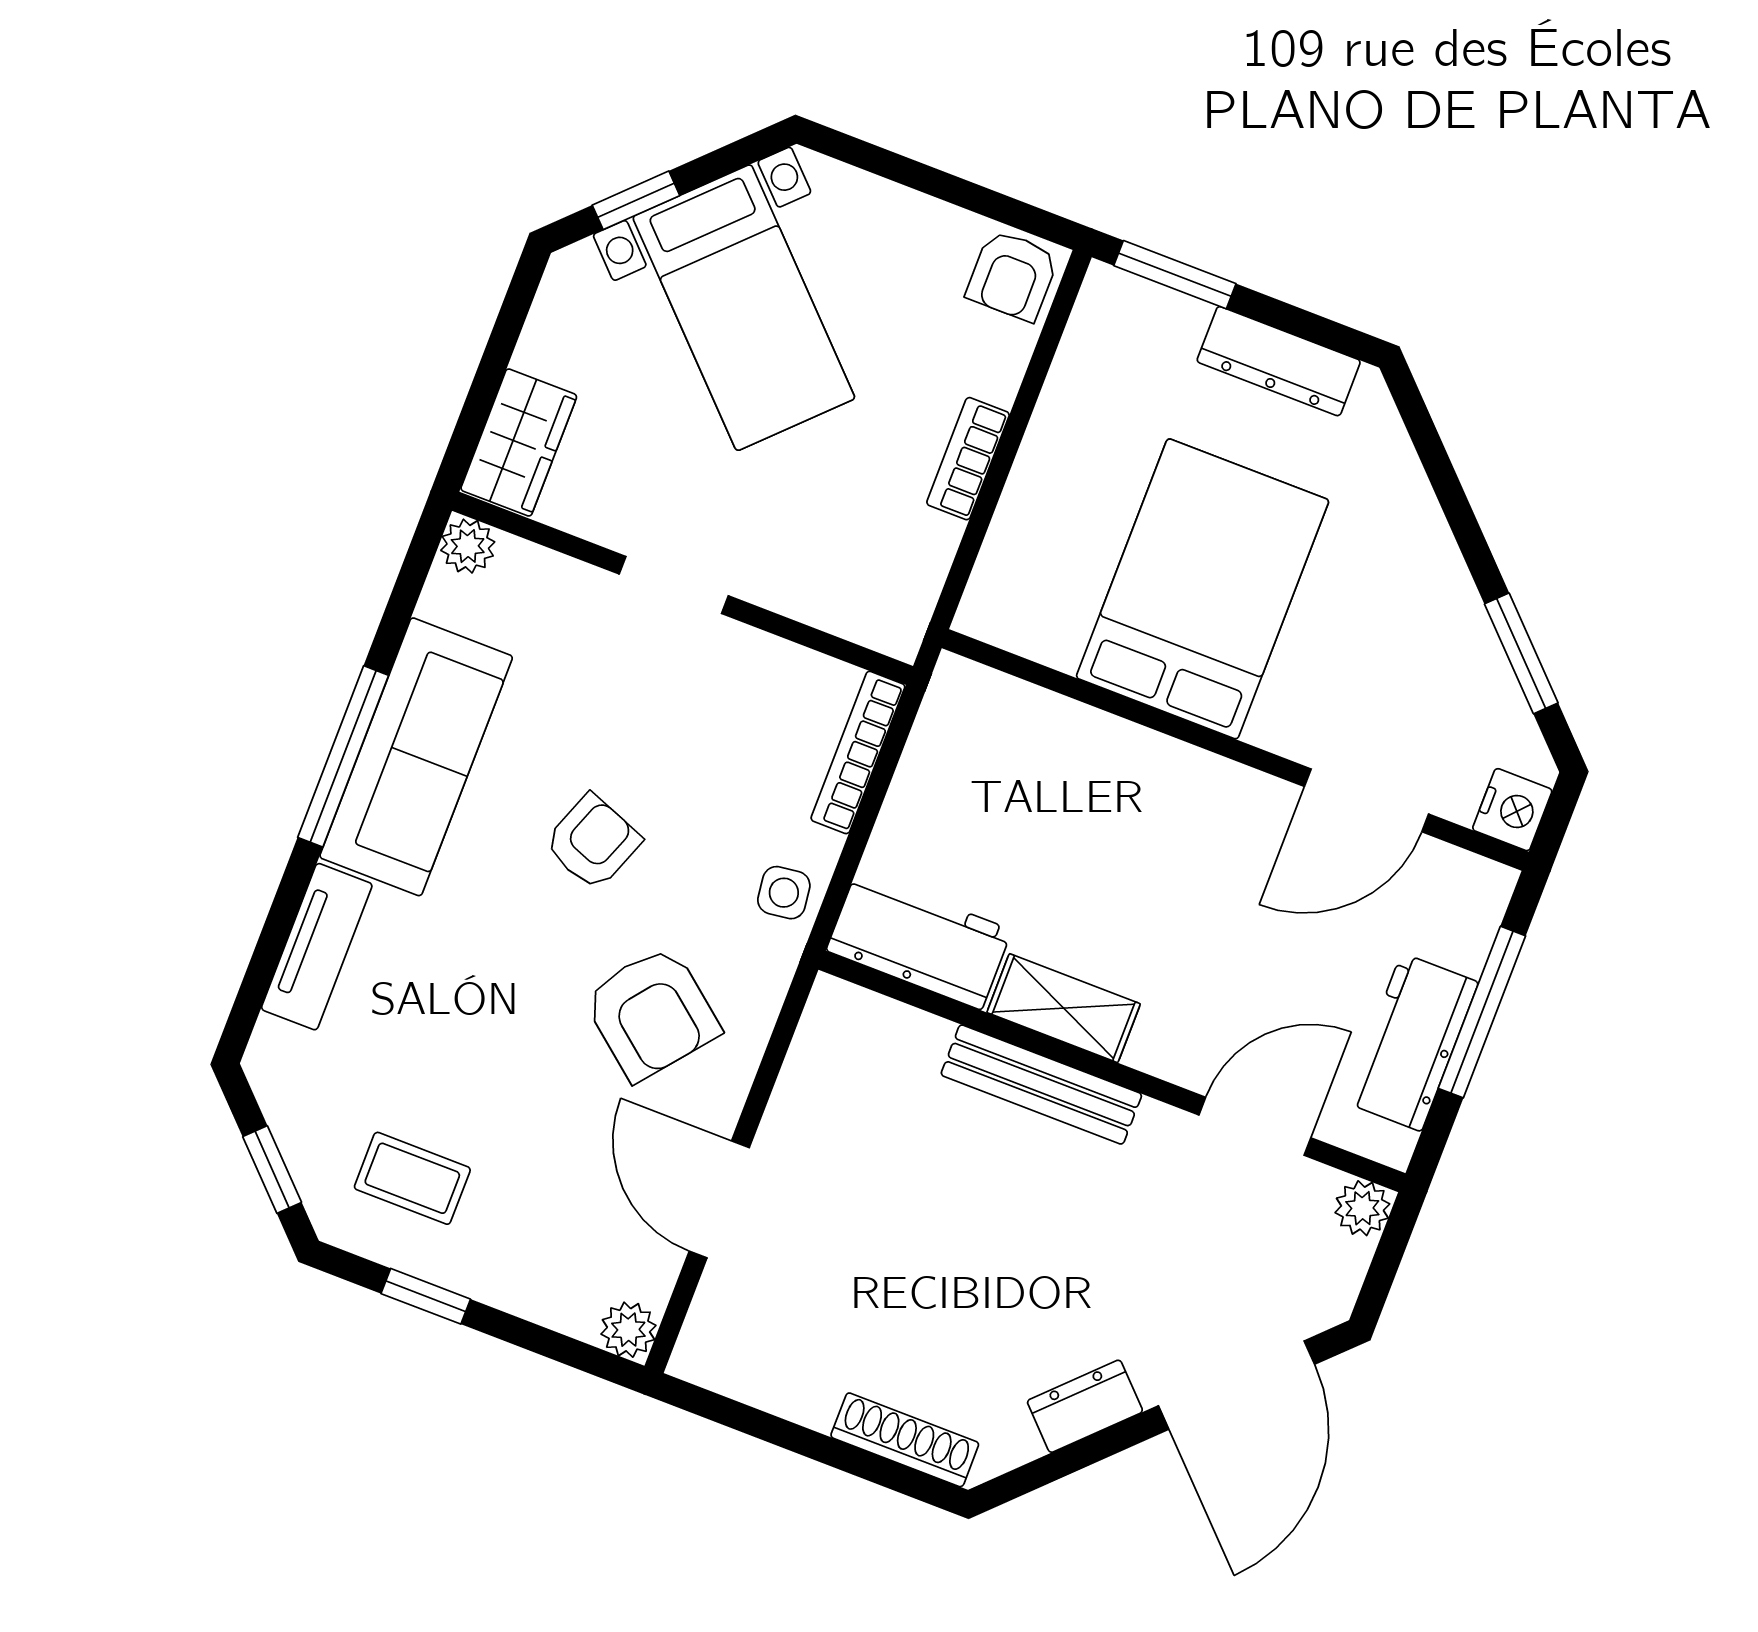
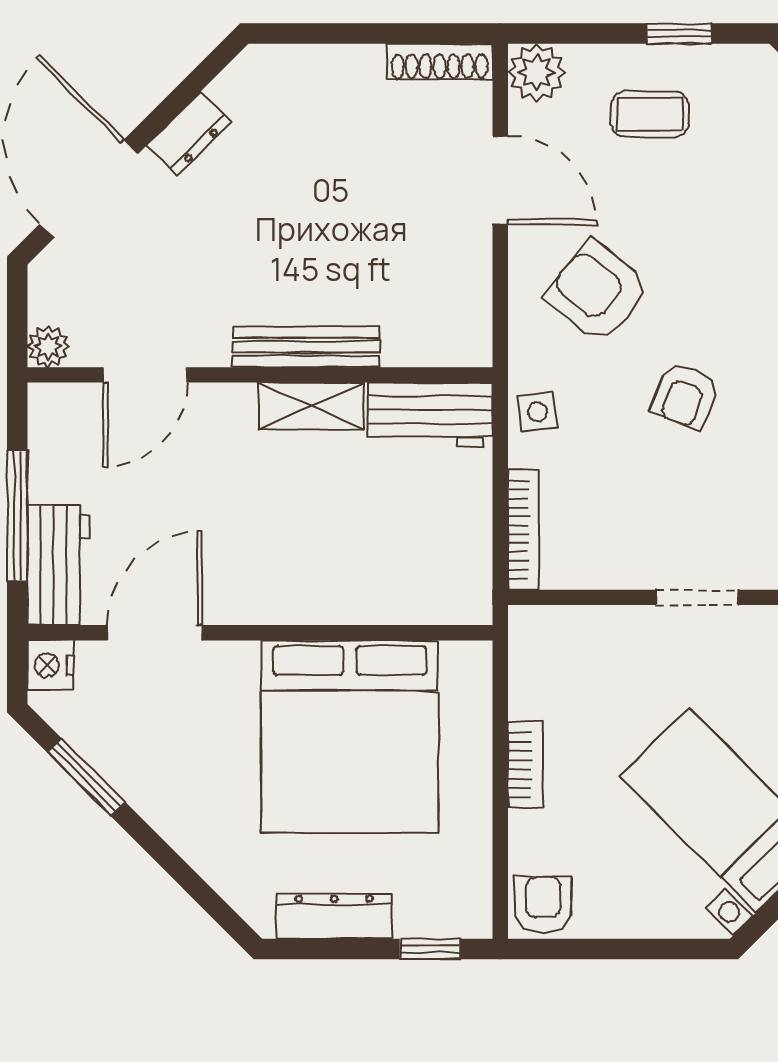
window: (1175, 275) -> (430, 949), width x0.67
bed: (1203, 589) -> (350, 737), width x1.36
workbench: (1411, 1042) -> (58, 565), moved
coffee table: (412, 1178) -> (650, 114), moved
plant: (628, 1330) -> (537, 72), width x1.38, depth x1.38
shoe rack: (905, 1440) -> (440, 62), moved

